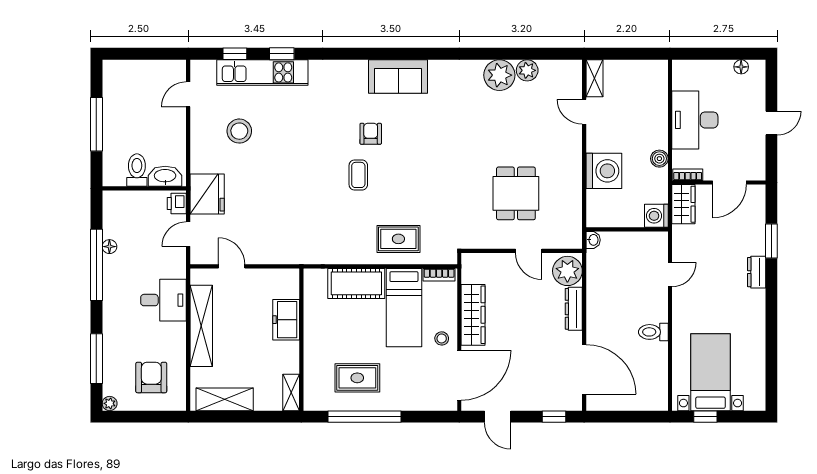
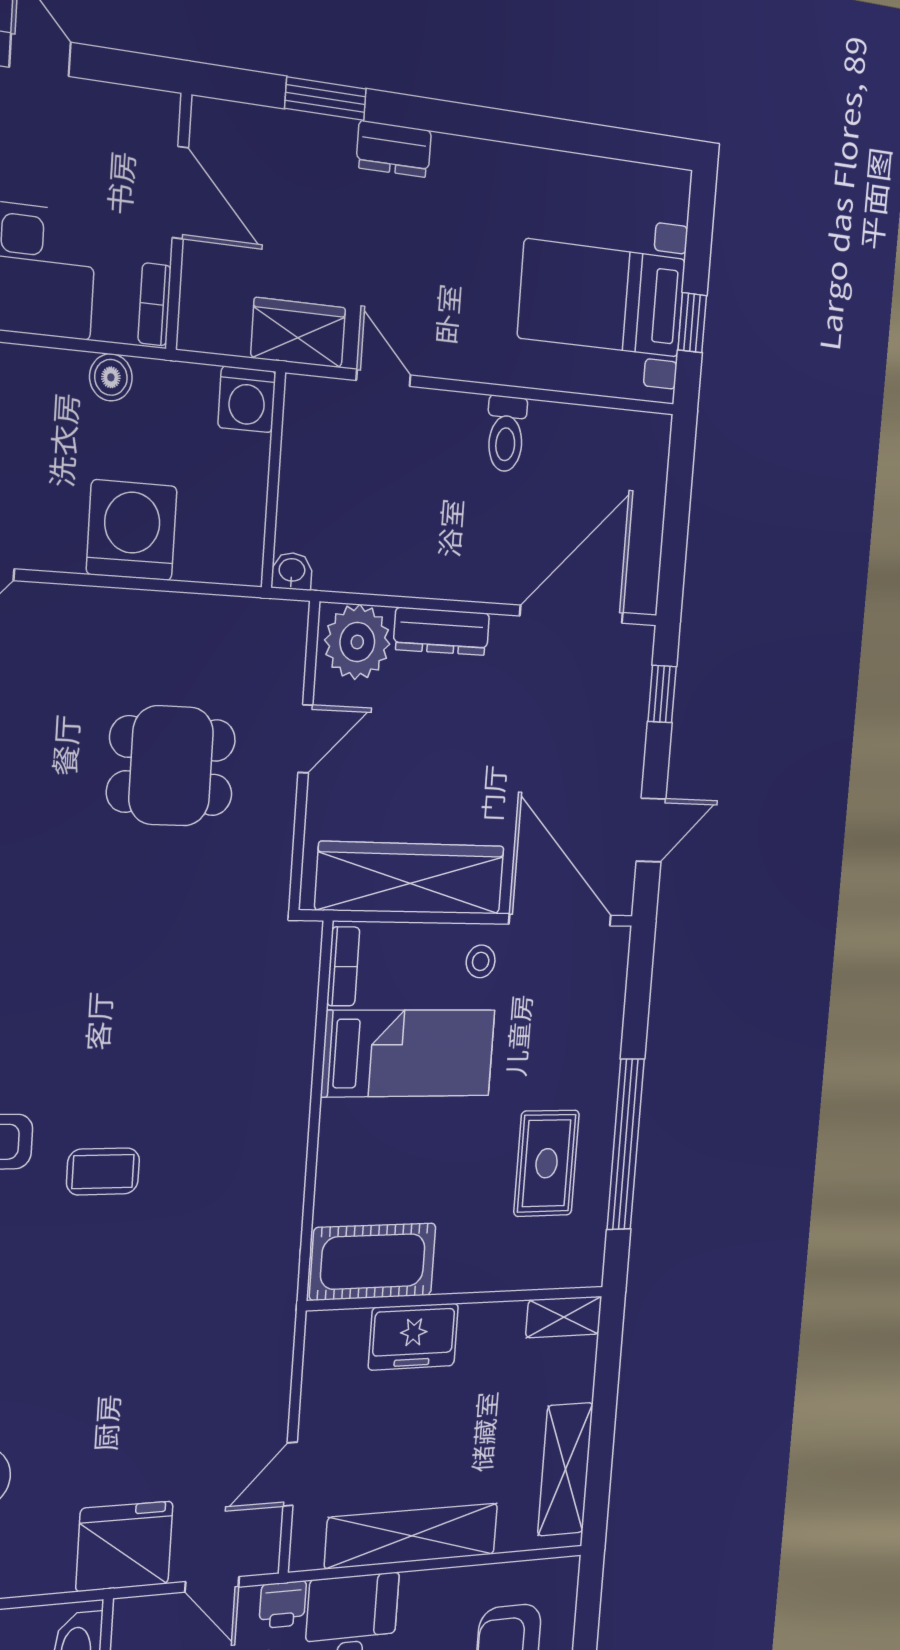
printer: (177, 203) -> (283, 1605), moved
wardrobe: (683, 204) -> (298, 333), moved
rug: (398, 239) -> (257, 1068), removed
cot: (356, 283) -> (373, 1262), moved, turned 90
wardrobe: (473, 315) -> (410, 878), width x1.40, depth x1.17

